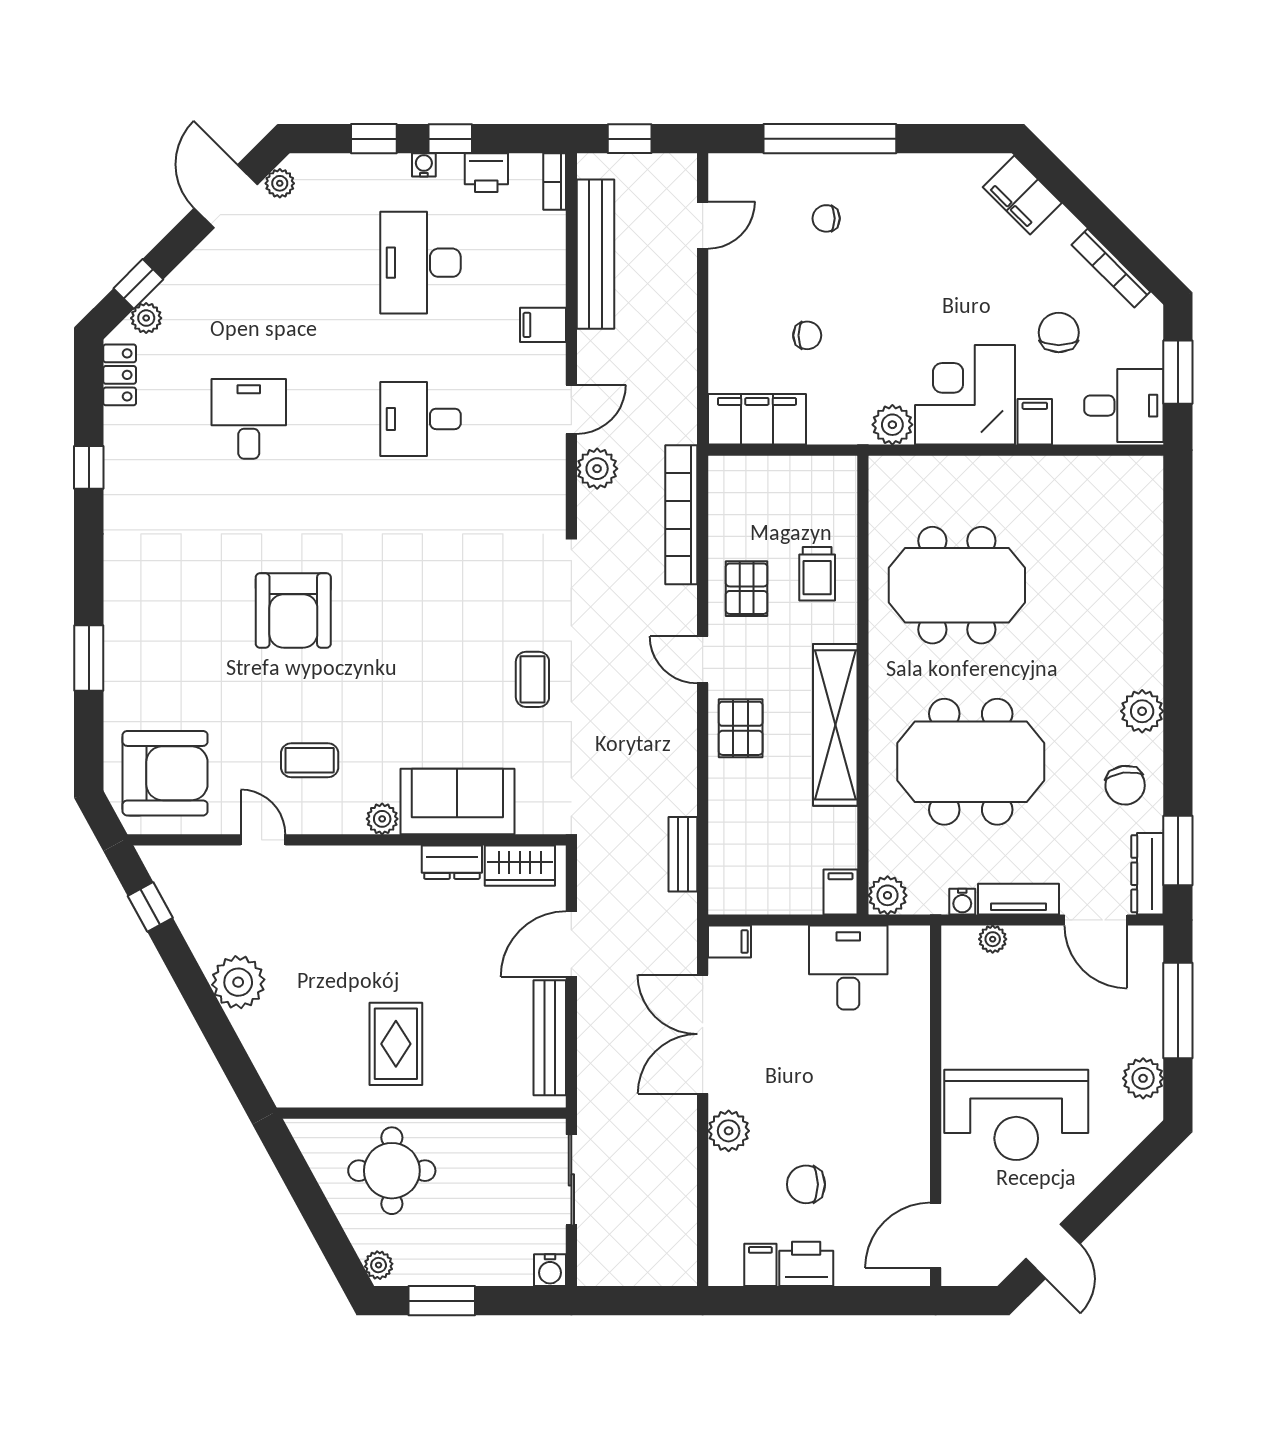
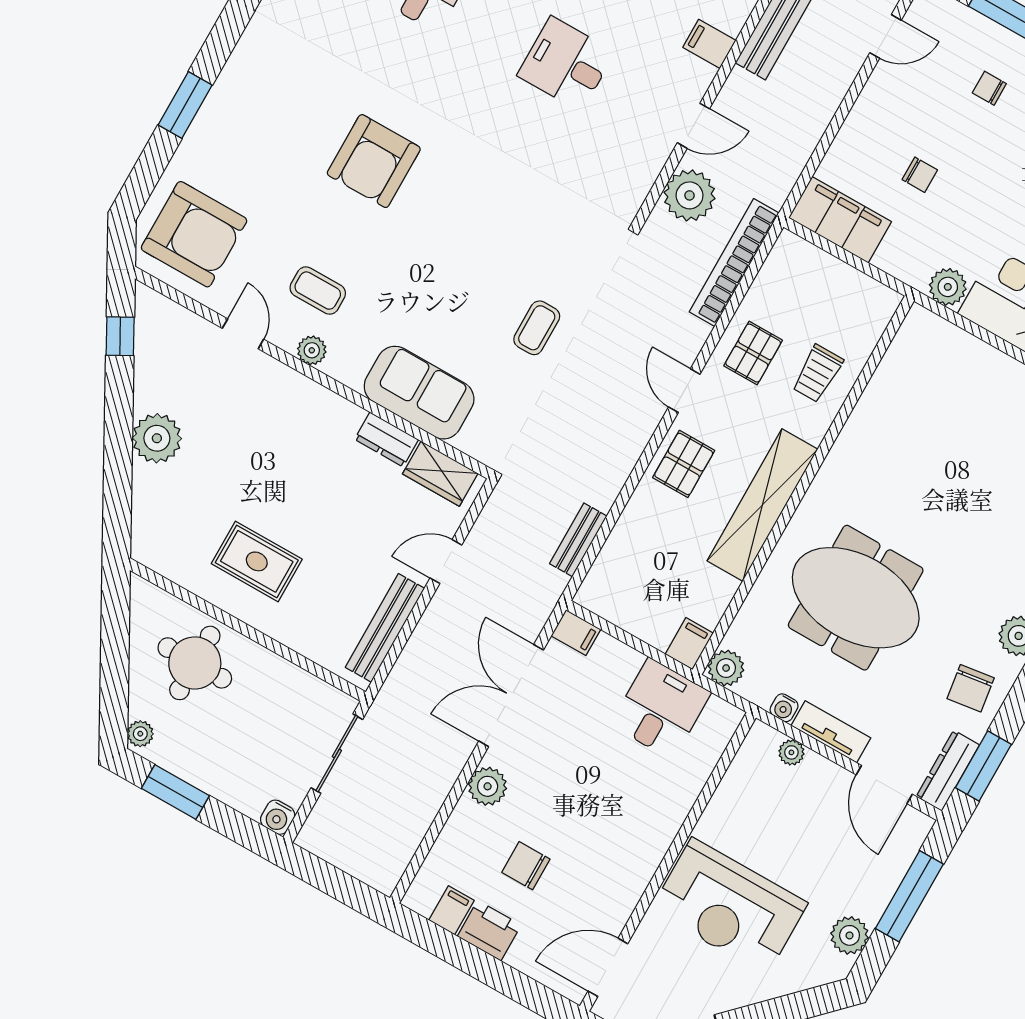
plant: (597, 469) -> (690, 195), width x1.36, depth x1.36
meeting table: (957, 585) -> (926, 447), removed
plant: (382, 819) -> (312, 350), moved
door: (571, 944) -> (446, 561), width x0.73
rug: (396, 1044) -> (257, 561), turned 90

